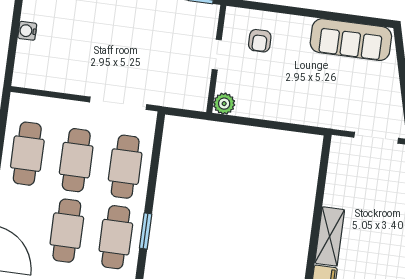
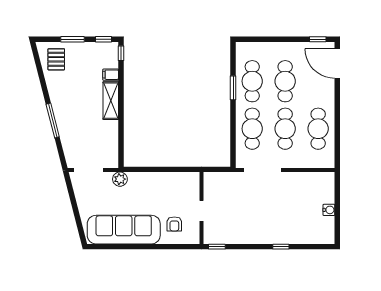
sofa: (351, 40) -> (124, 230), width x1.36, depth x1.27
armchair: (260, 41) -> (174, 224), turned 180
plant: (224, 104) -> (120, 179), moved

